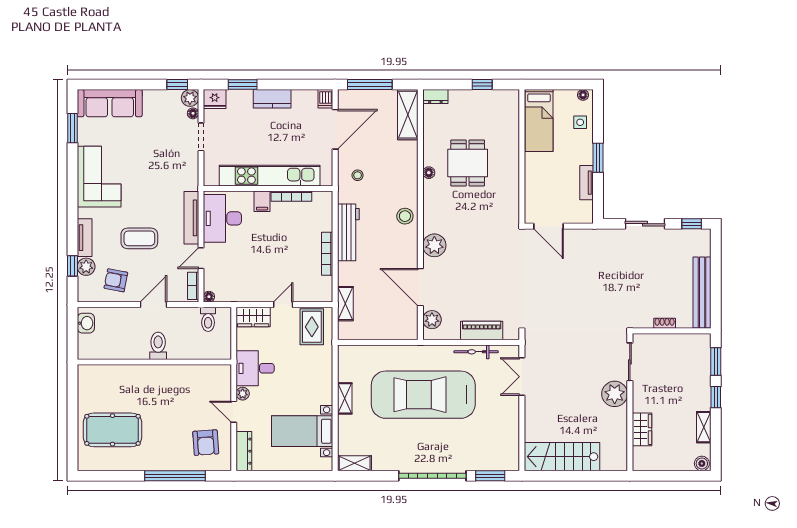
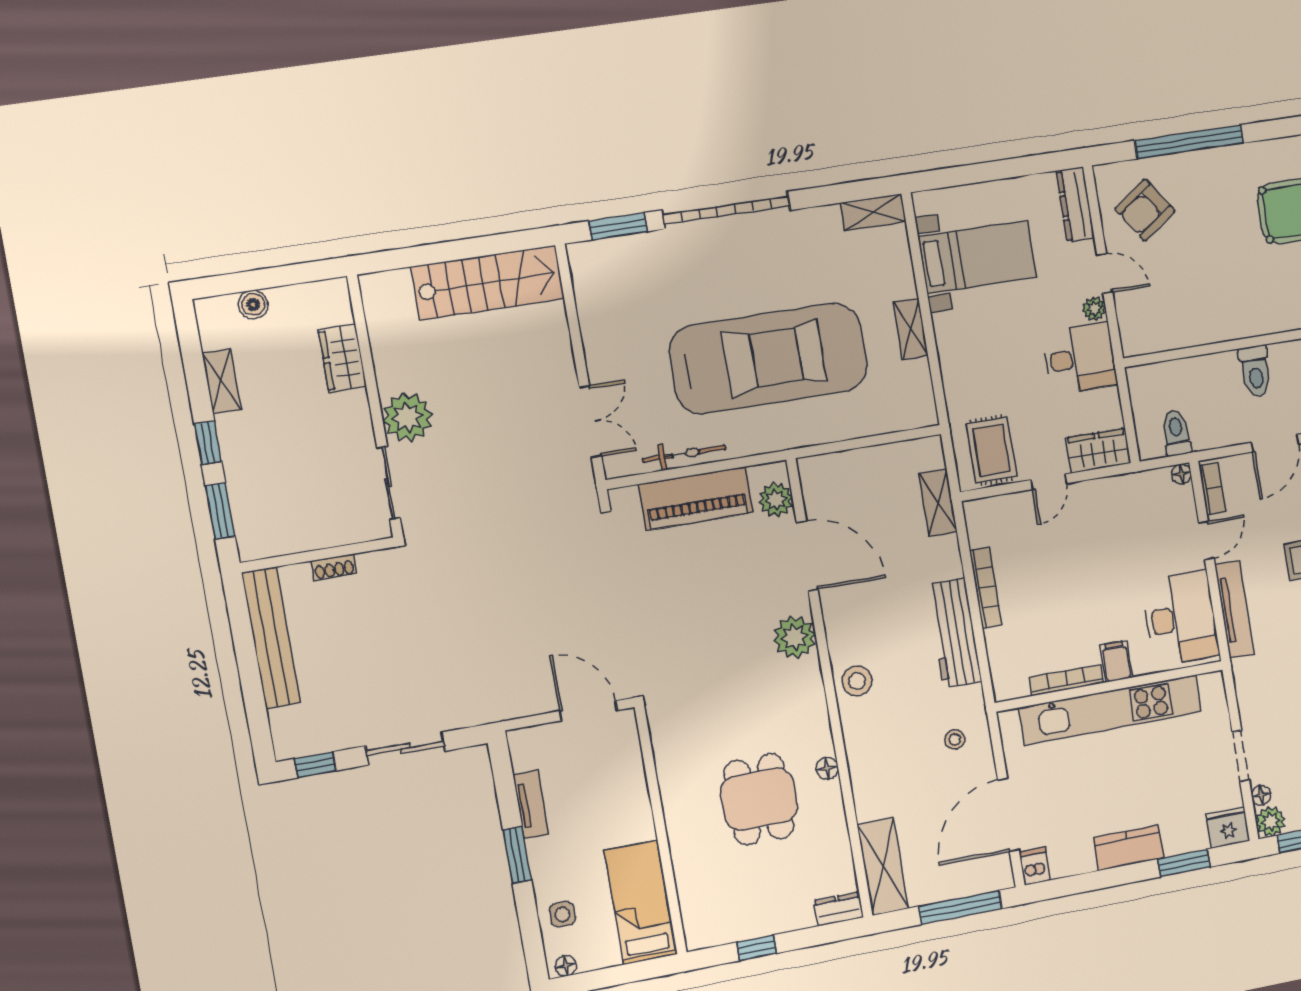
piano: (482, 330) -> (696, 498), width x1.37, depth x1.33
armchair: (206, 443) -> (1145, 210), turned -121
boiler: (702, 463) -> (253, 305), moved

